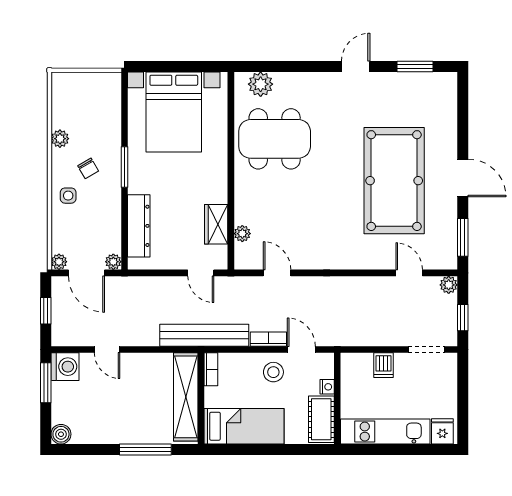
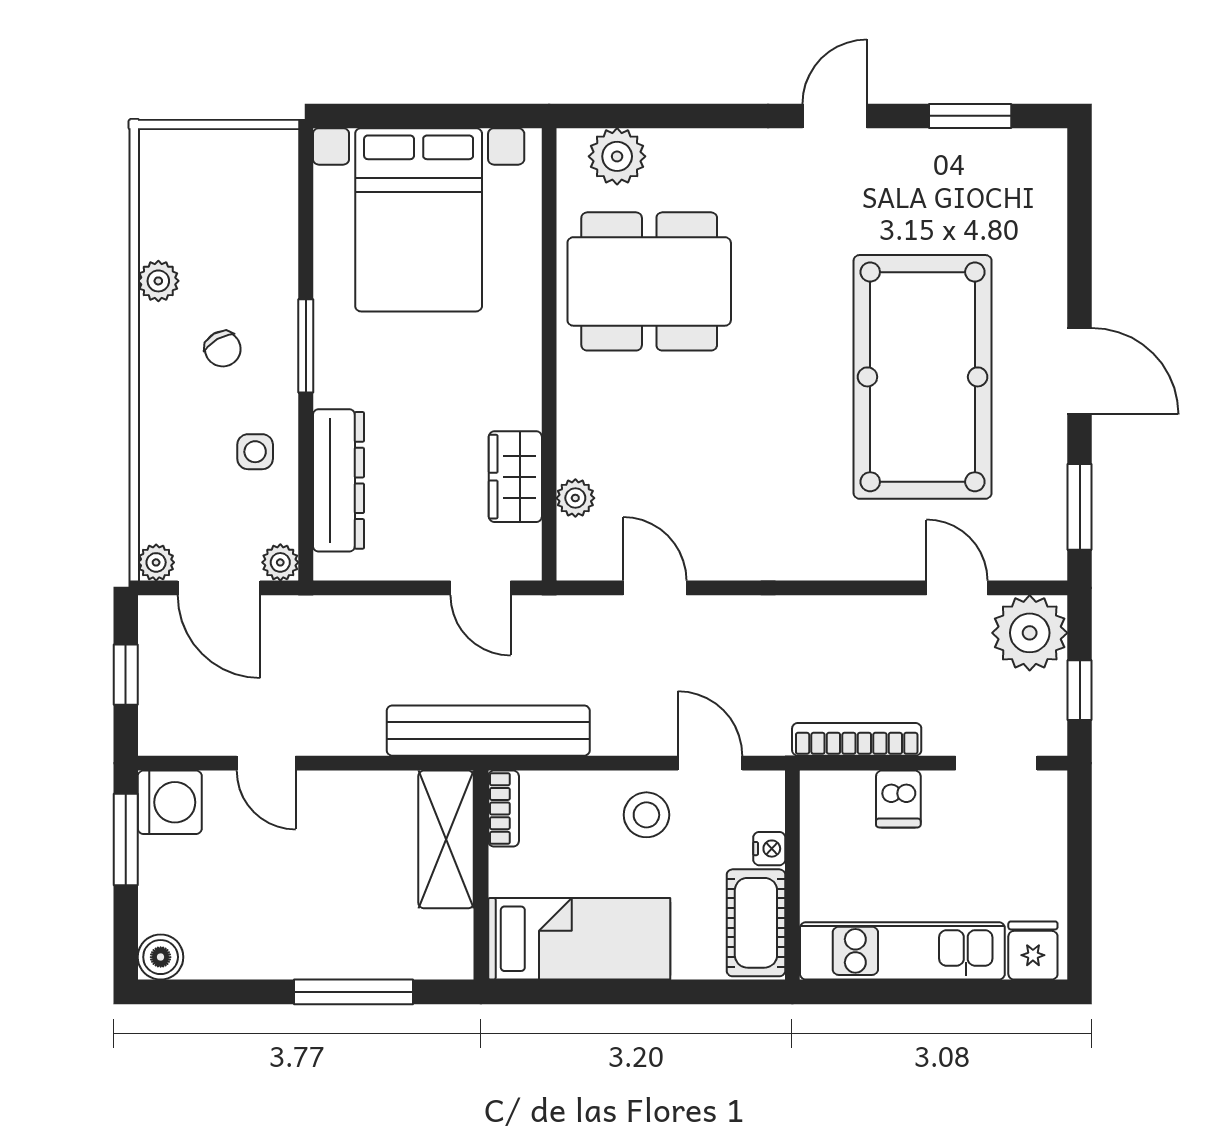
side table: (68, 196) -> (255, 452), moved
plant: (449, 285) -> (1030, 633), width x1.88, depth x1.88
bookcase: (268, 339) -> (857, 739), moved, width x1.56
shelving: (186, 397) -> (446, 839), width x0.68

